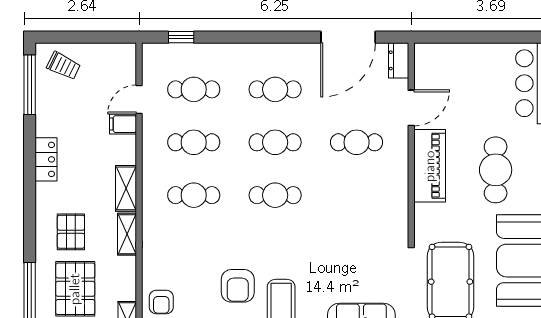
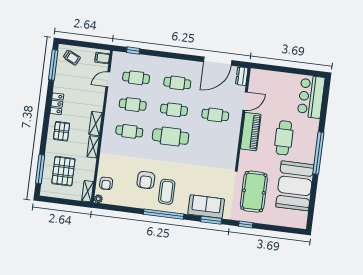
filing cabinet: (123, 124) -> (102, 58), moved
cafe table: (275, 195) -> (171, 137), width x1.37, depth x1.35
pallet: (71, 232) -> (62, 131), moved

